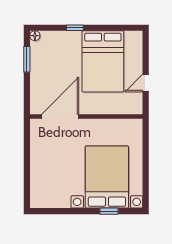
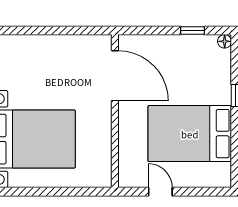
window: (27, 59) -> (193, 30), width x0.67

